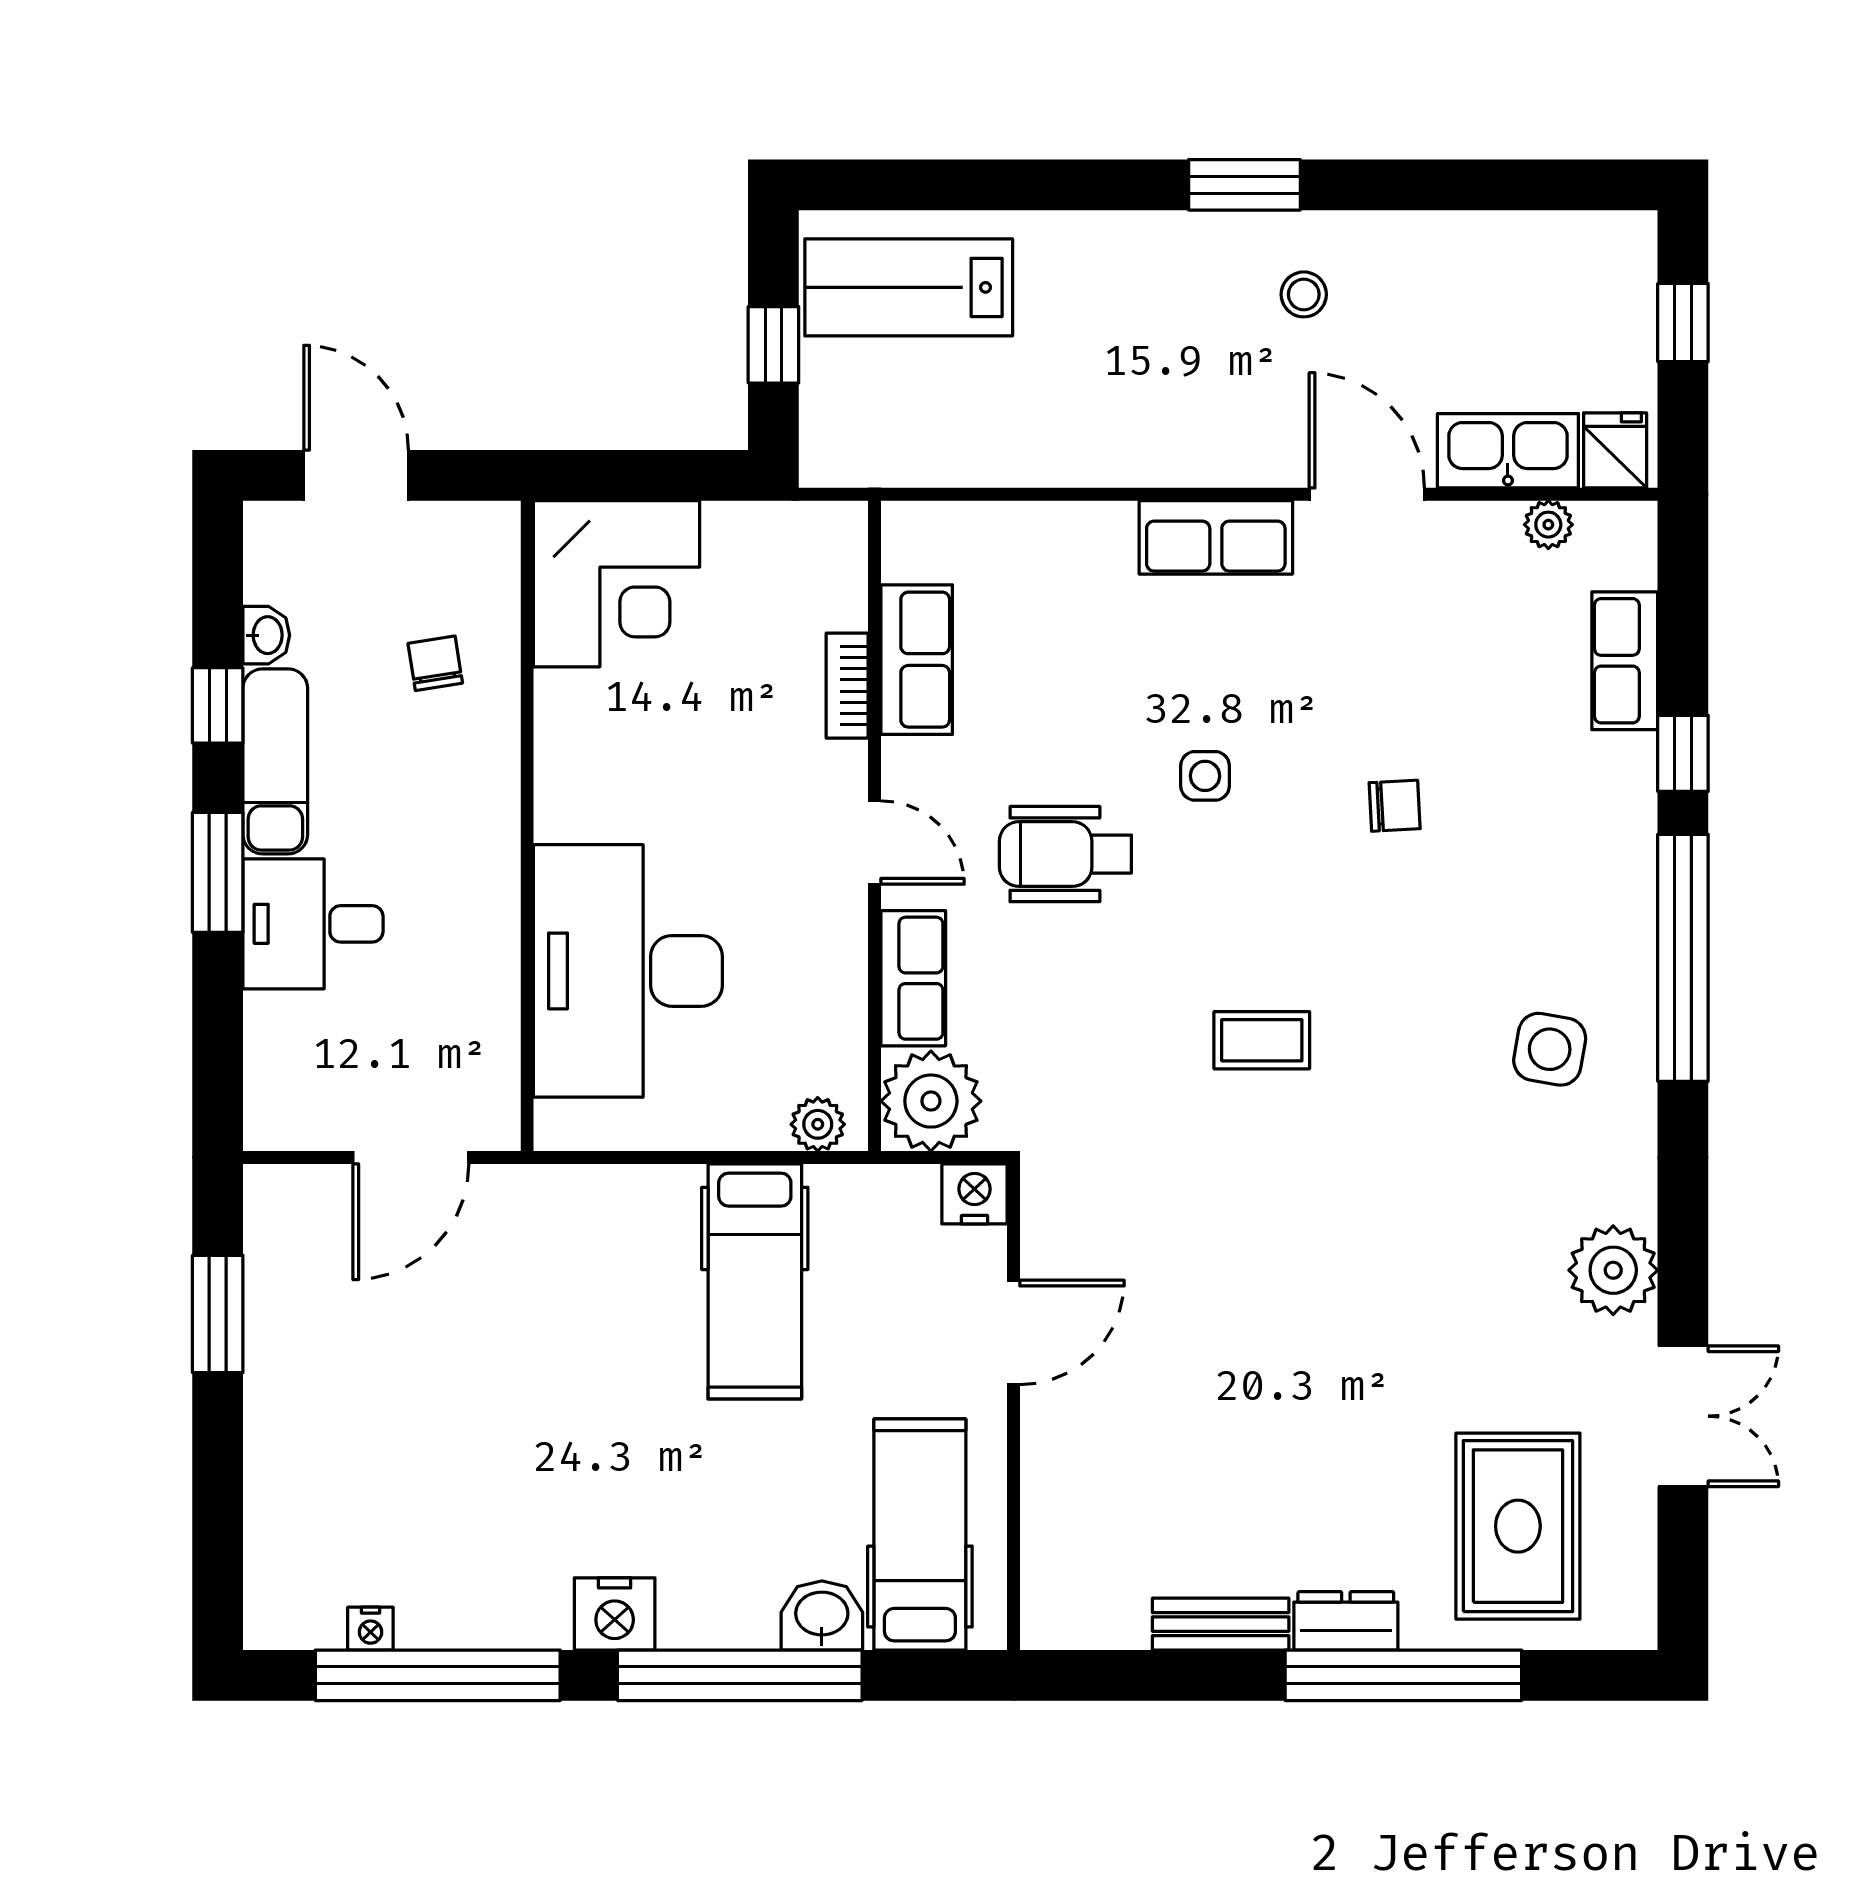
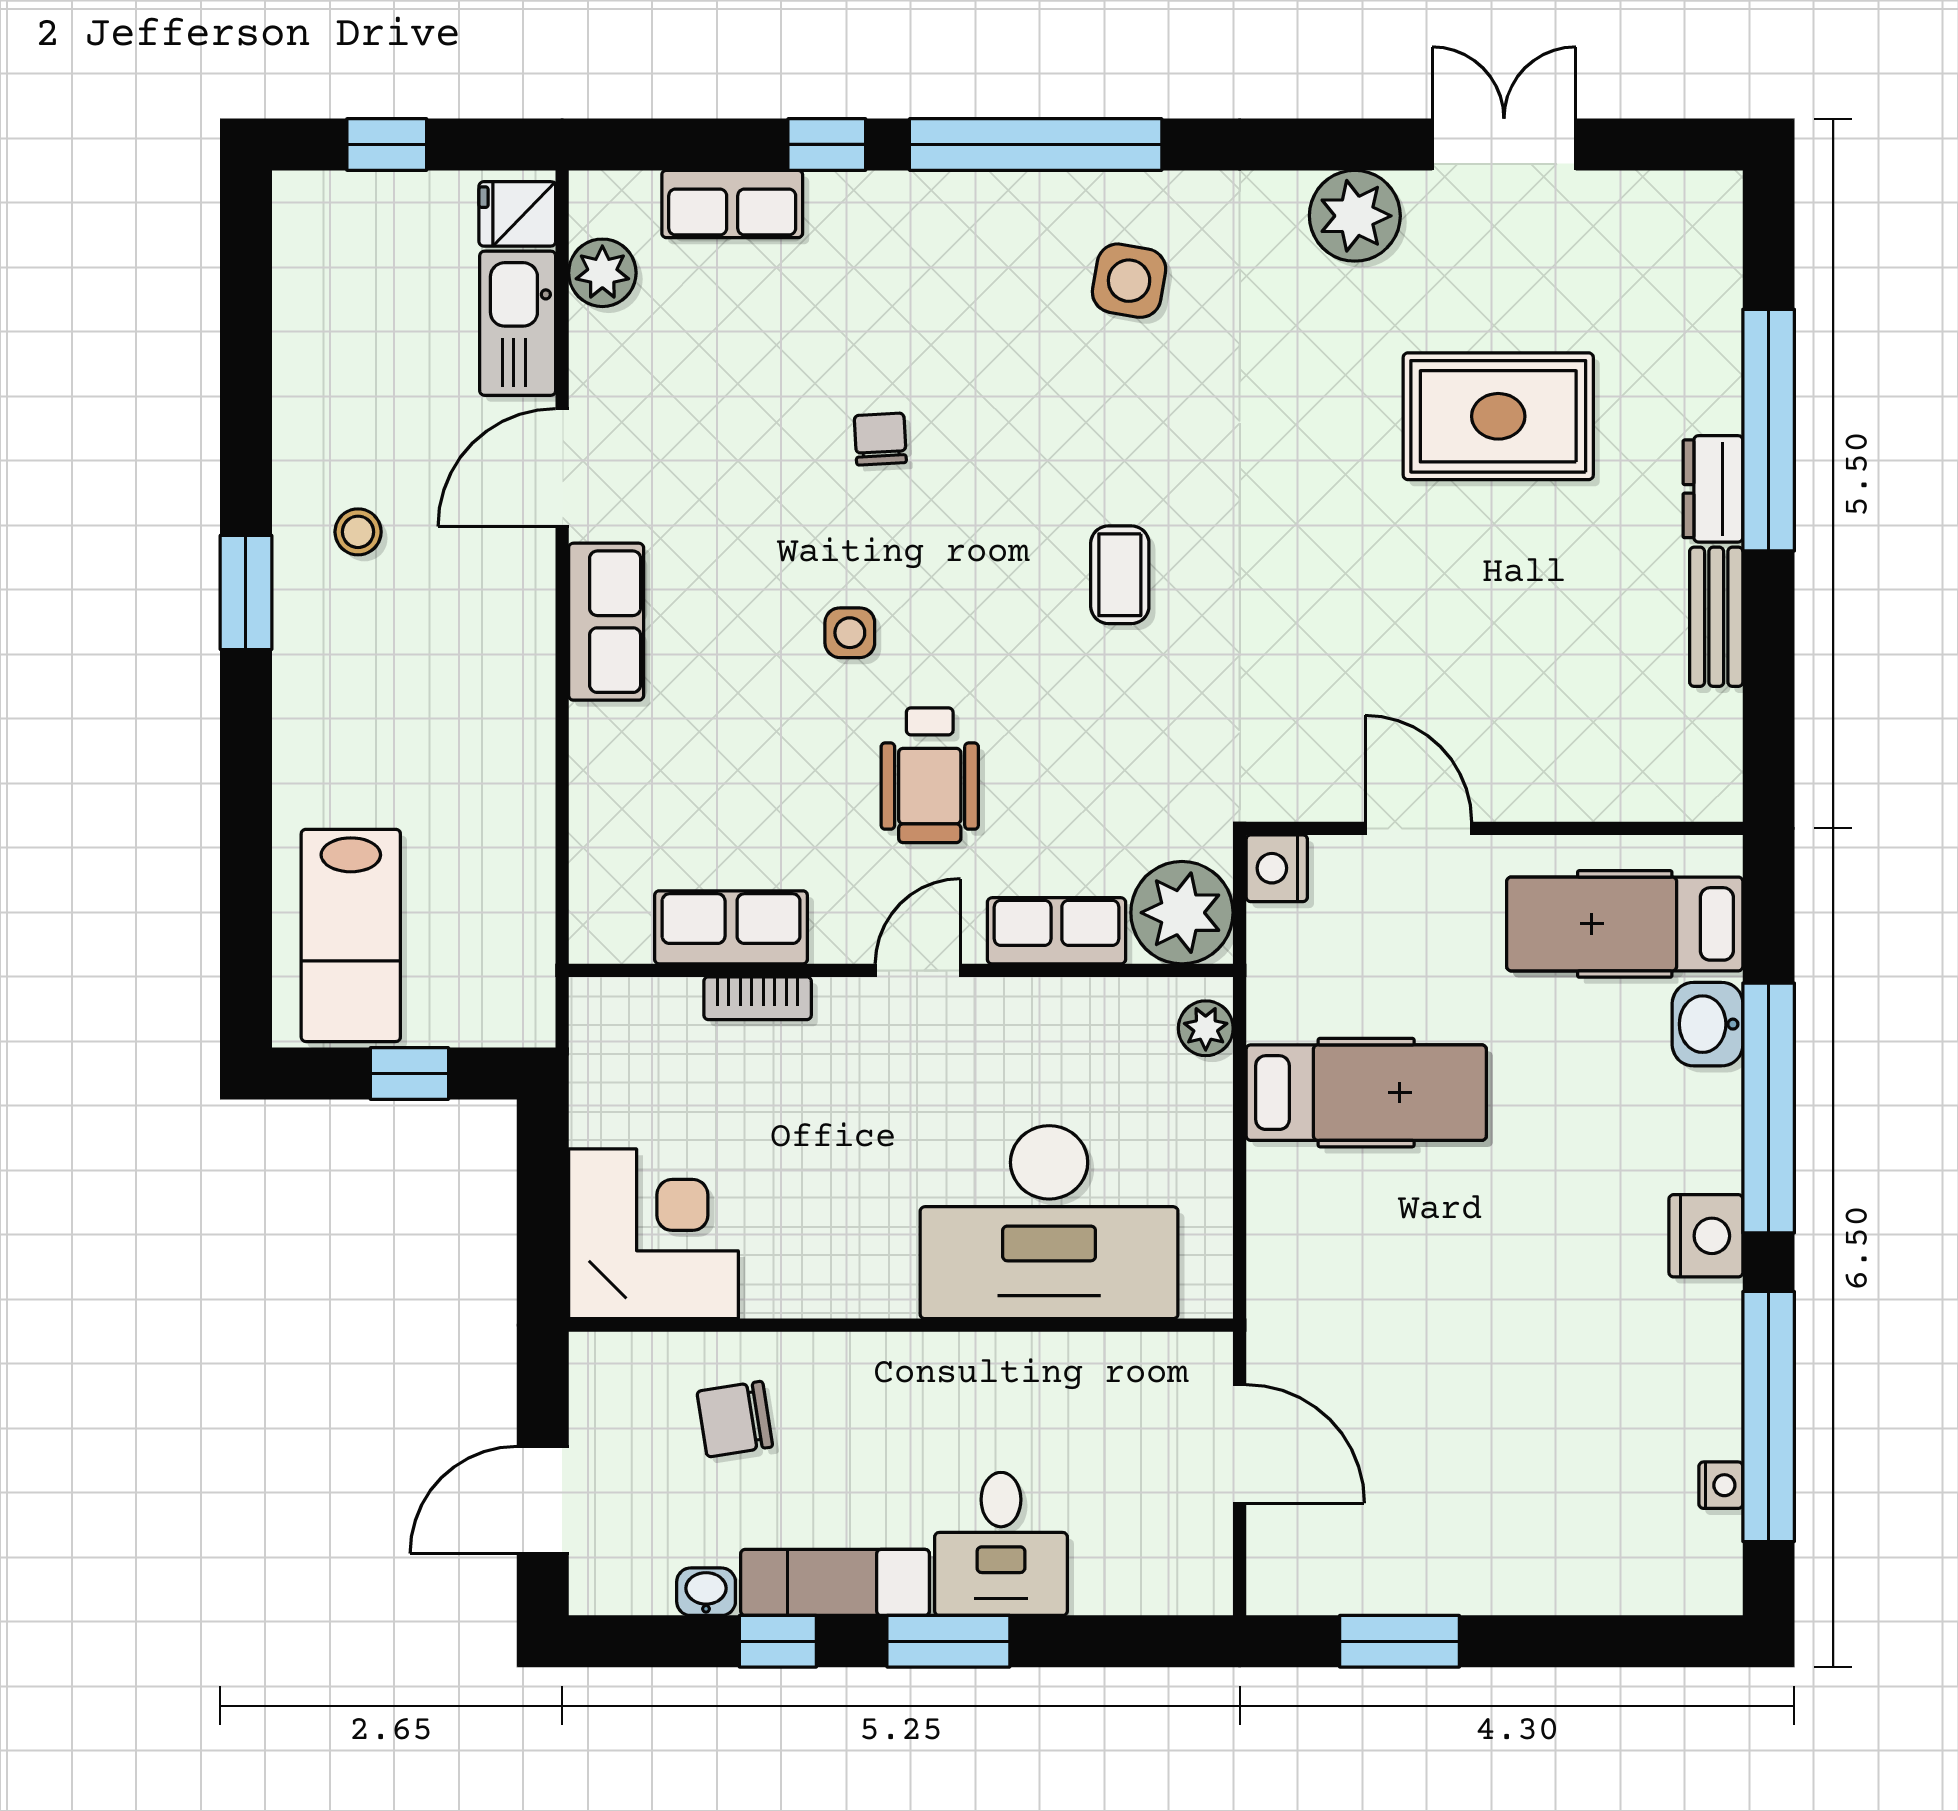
plant: (1548, 525) -> (602, 273), width x1.38, depth x1.38
chair: (435, 663) -> (735, 1419), width x1.37, depth x1.37
rug: (1518, 1526) -> (1498, 416), moved

